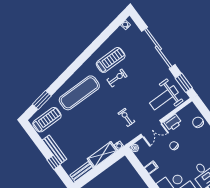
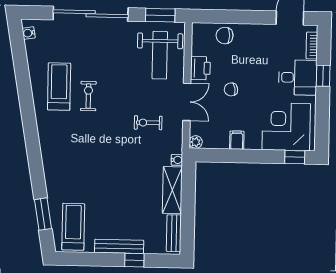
exercise mat: (79, 93) -> (70, 159), removed

